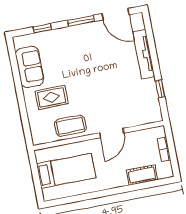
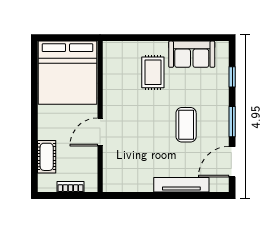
window: (160, 89) -> (139, 195), removed
coffee table: (70, 126) -> (186, 125), moved
door: (112, 133) -> (100, 132), hinge flipped
bed: (66, 171) -> (68, 73), width x2.04

